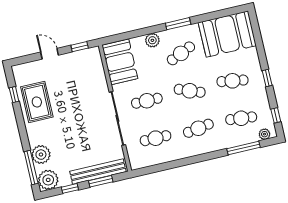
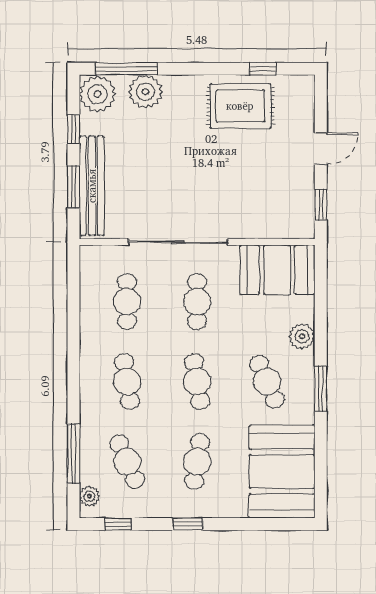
cafe table: (190, 91) -> (197, 382), turned -30
cafe table: (241, 118) -> (127, 462), turned -30

